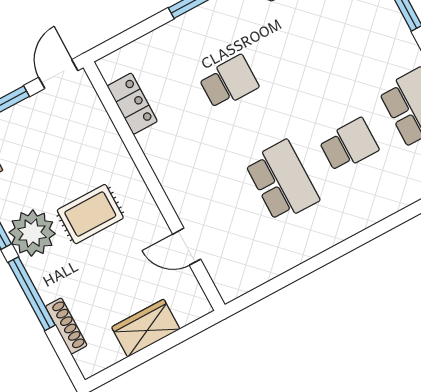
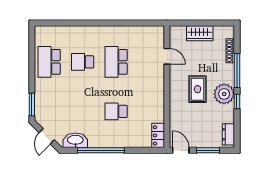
door: (58, 74) -> (181, 150), swing flipped
locker: (132, 104) -> (158, 135), moved
rug: (90, 214) -> (198, 89), turned 90

